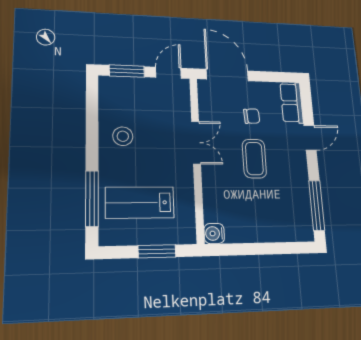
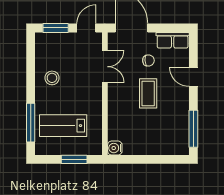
row of seats: (292, 103) -> (173, 40), moved, turned -90
door: (310, 138) -> (193, 77), swing flipped
double door: (196, 143) -> (105, 67), moved

